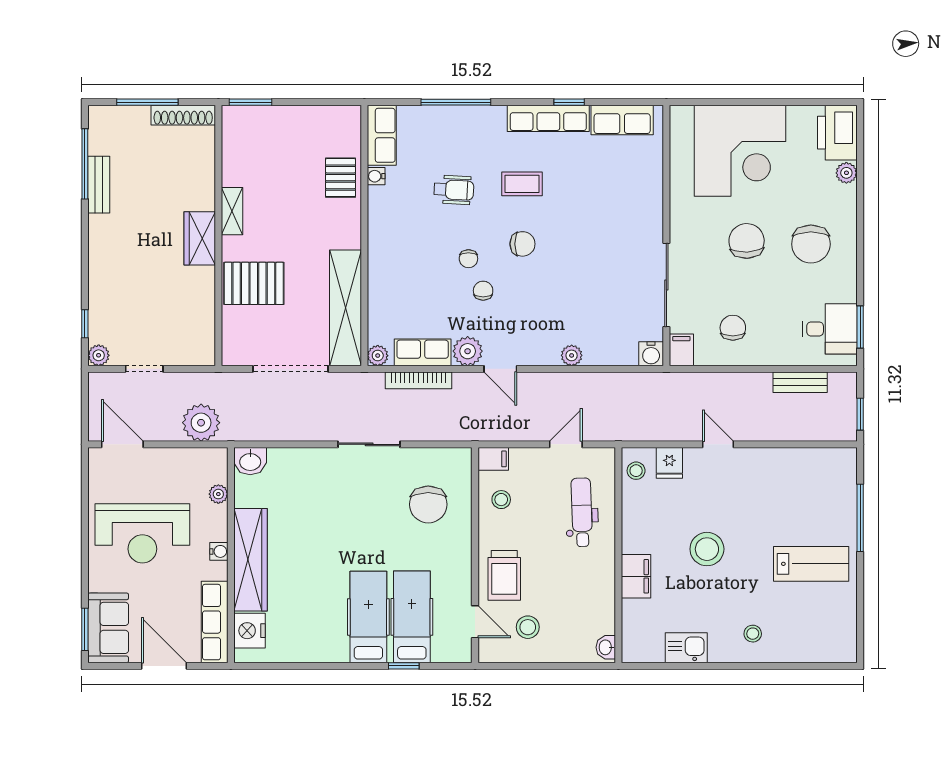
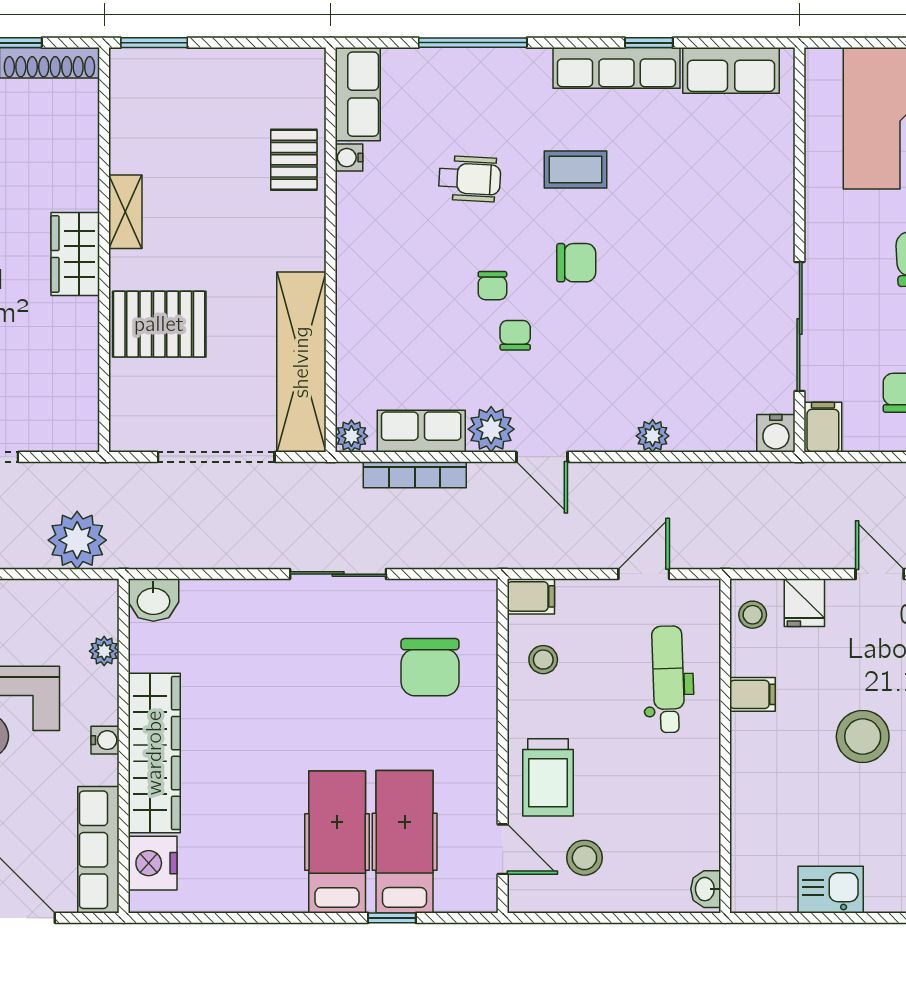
filing cabinet: (636, 576) -> (753, 694), moved, width x0.50

